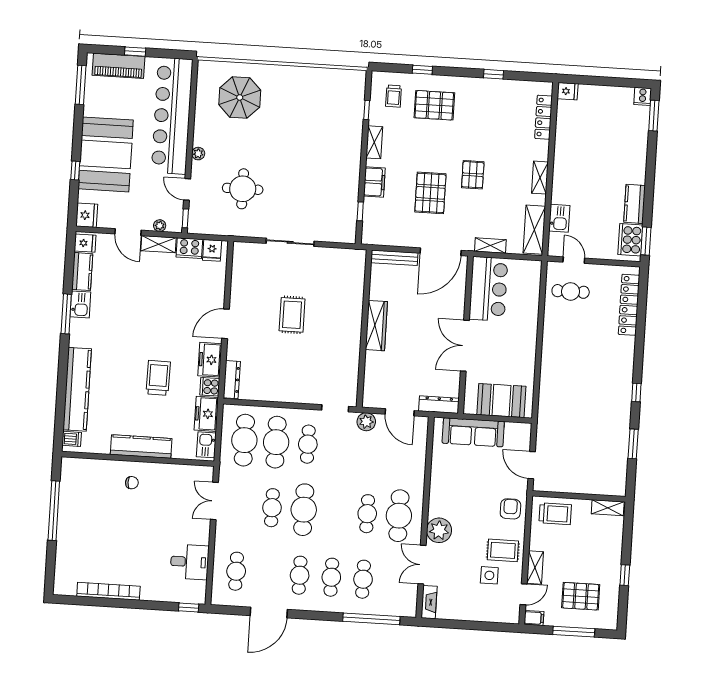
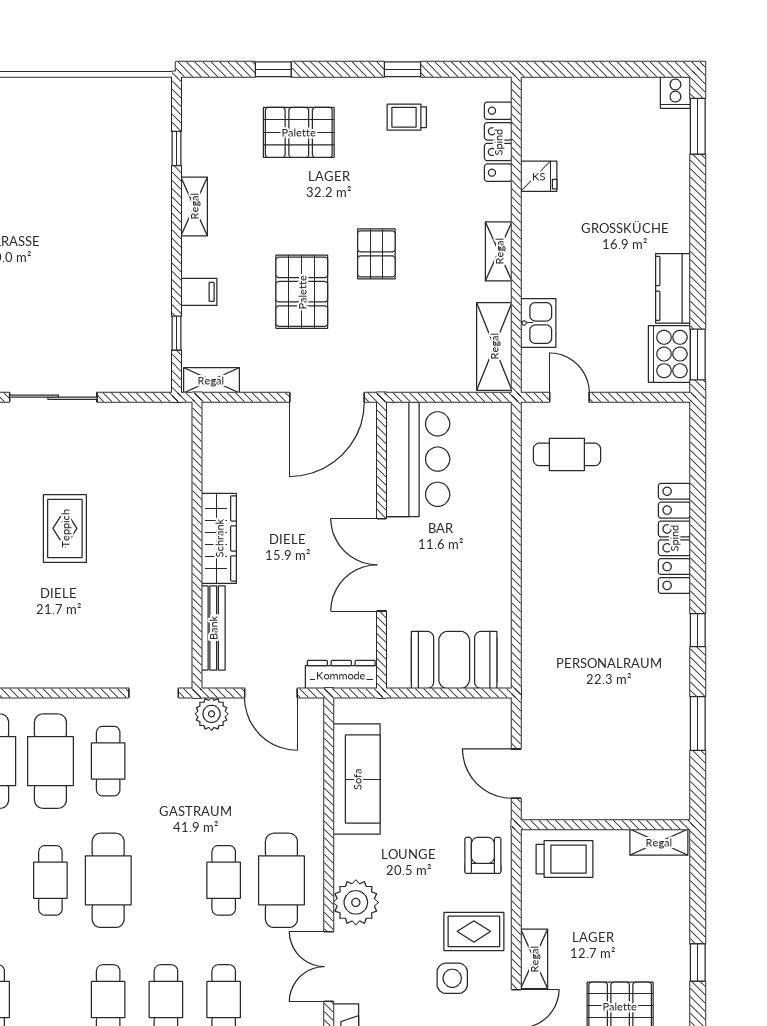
fridge: (568, 91) -> (539, 176), moved
trolley: (394, 96) -> (407, 117), moved, turned 90
filing cabinet: (374, 182) -> (199, 292), width x0.50
shelving: (490, 246) -> (211, 380), moved
bench: (394, 258) -> (213, 628), moved, turned 90
locker: (629, 305) -> (674, 538), moved
sofa: (473, 432) -> (357, 779), moved, turned -90

